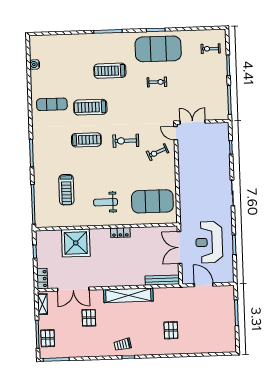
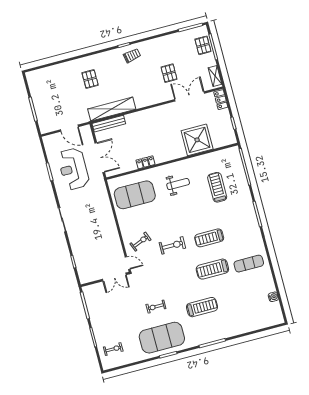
treadmill: (90, 107) -> (212, 269), turned 180
locker: (120, 233) -> (145, 162), moved
reception desk: (209, 242) -> (73, 169), turned 180
shelving: (128, 295) -> (112, 109), moved

